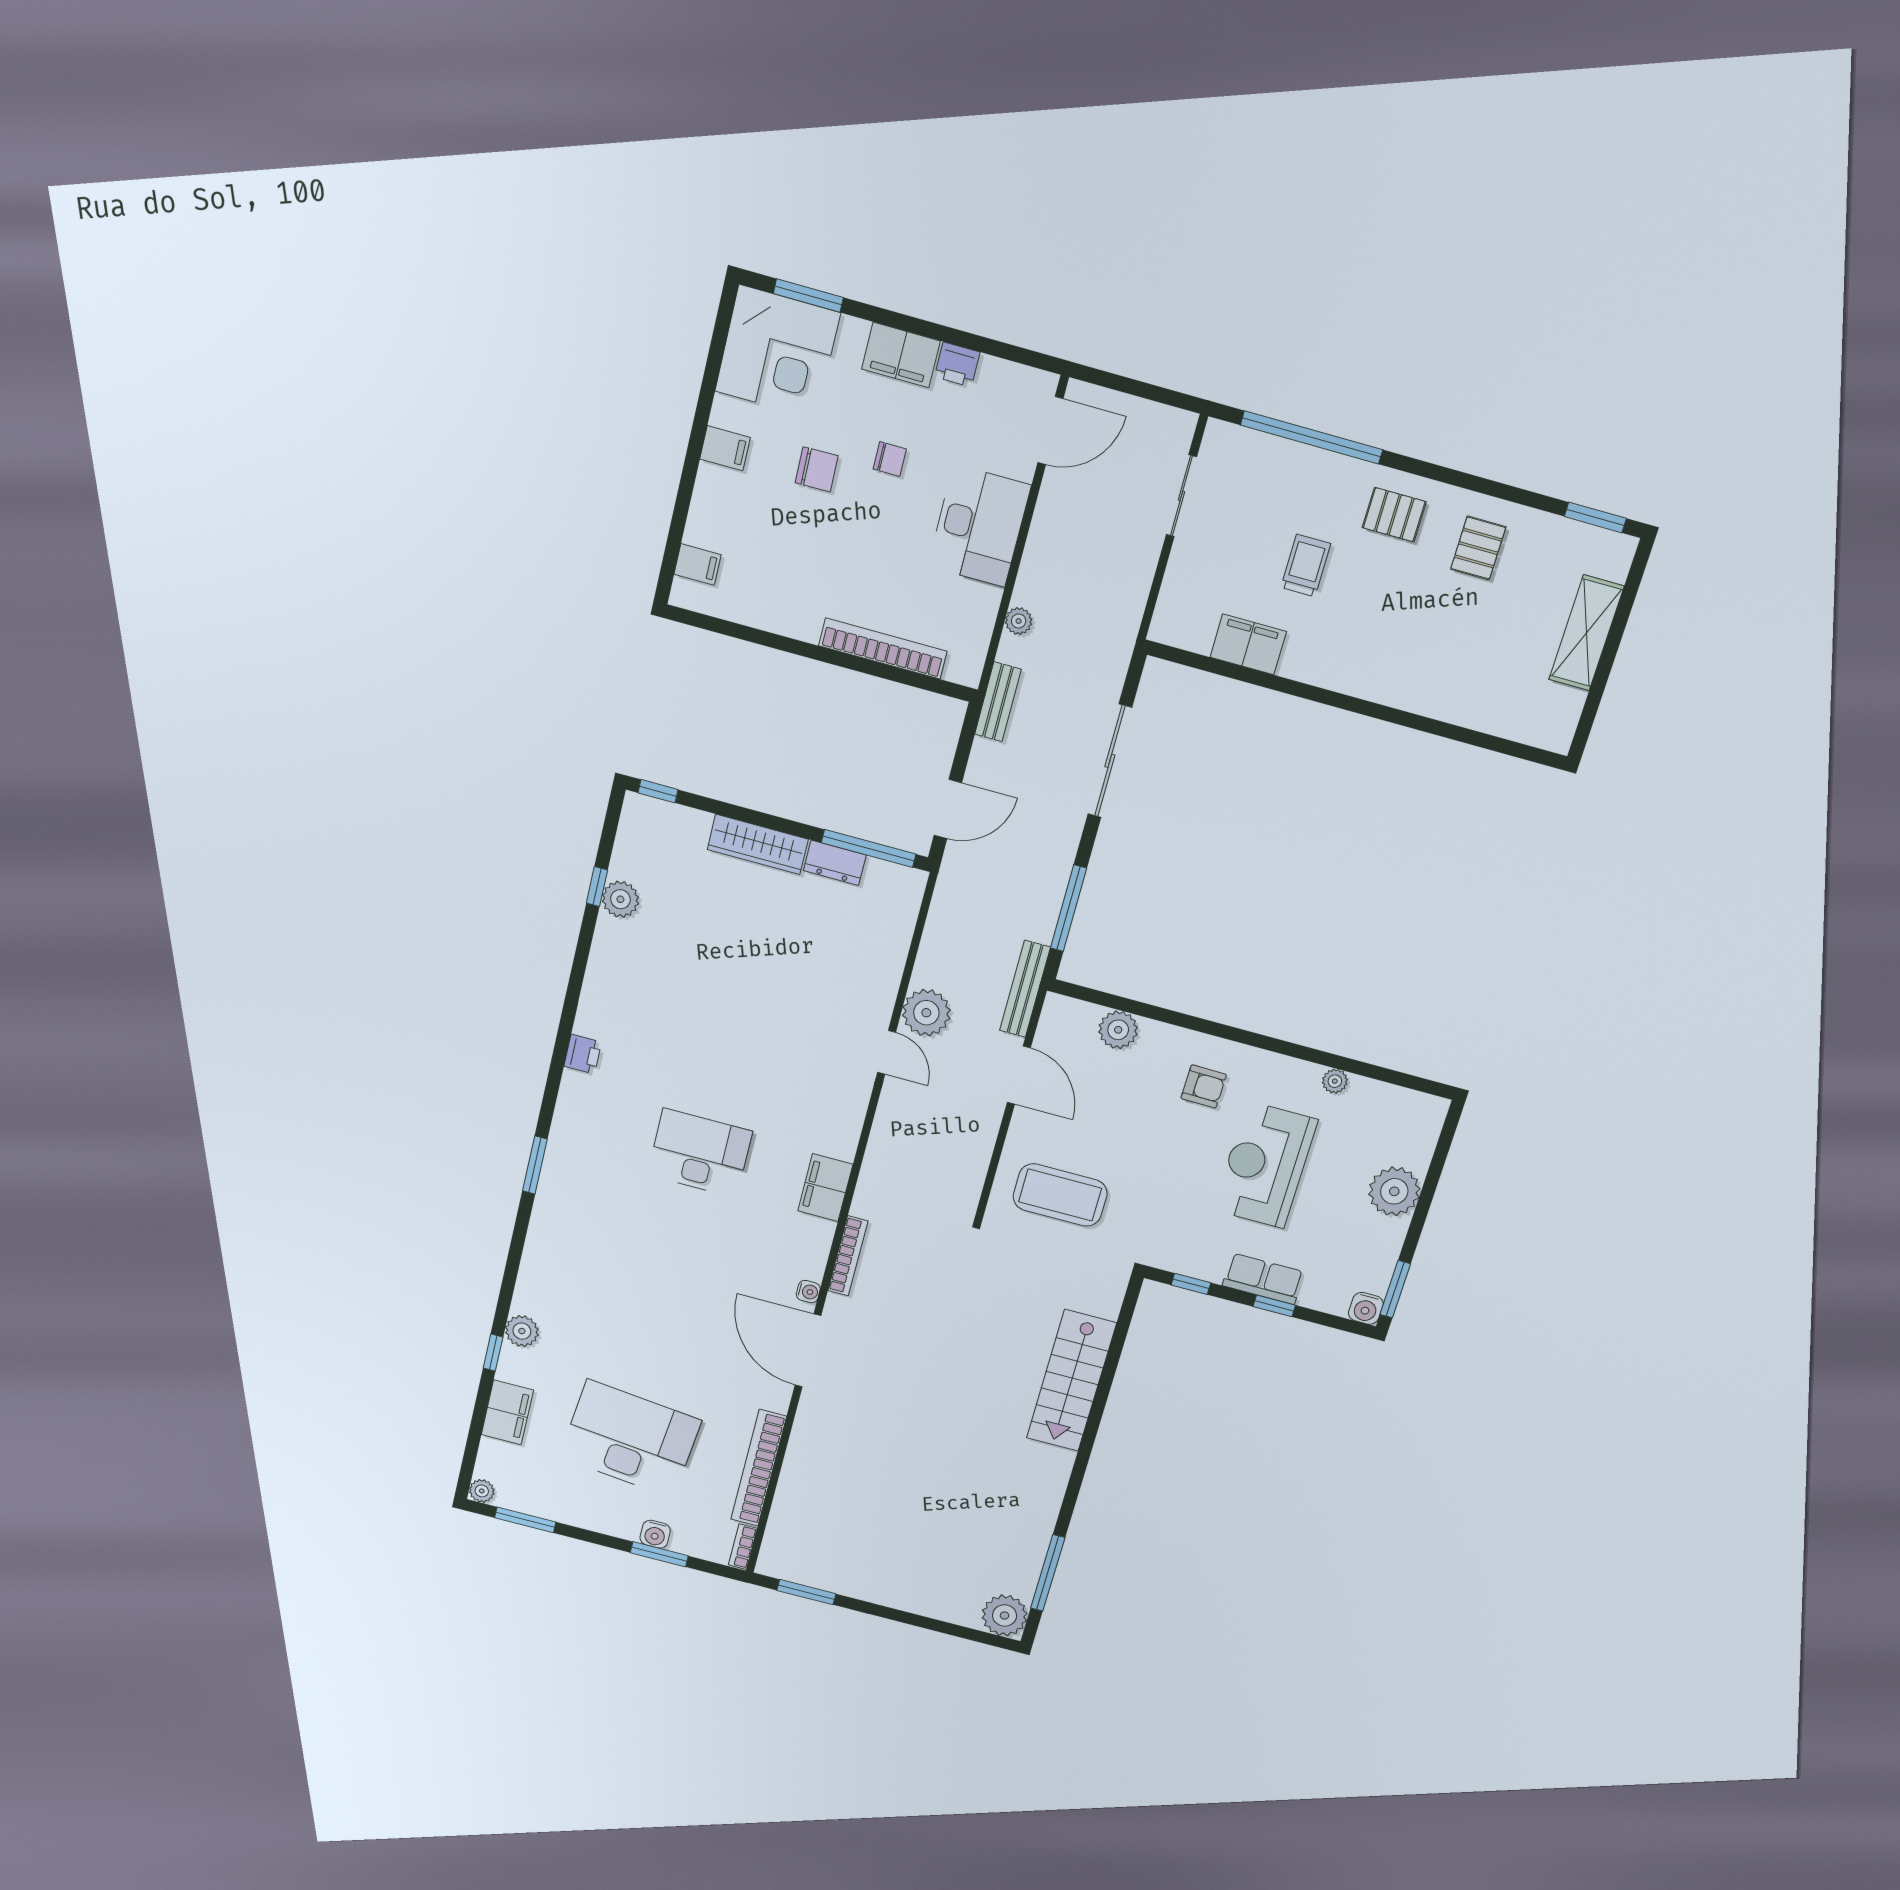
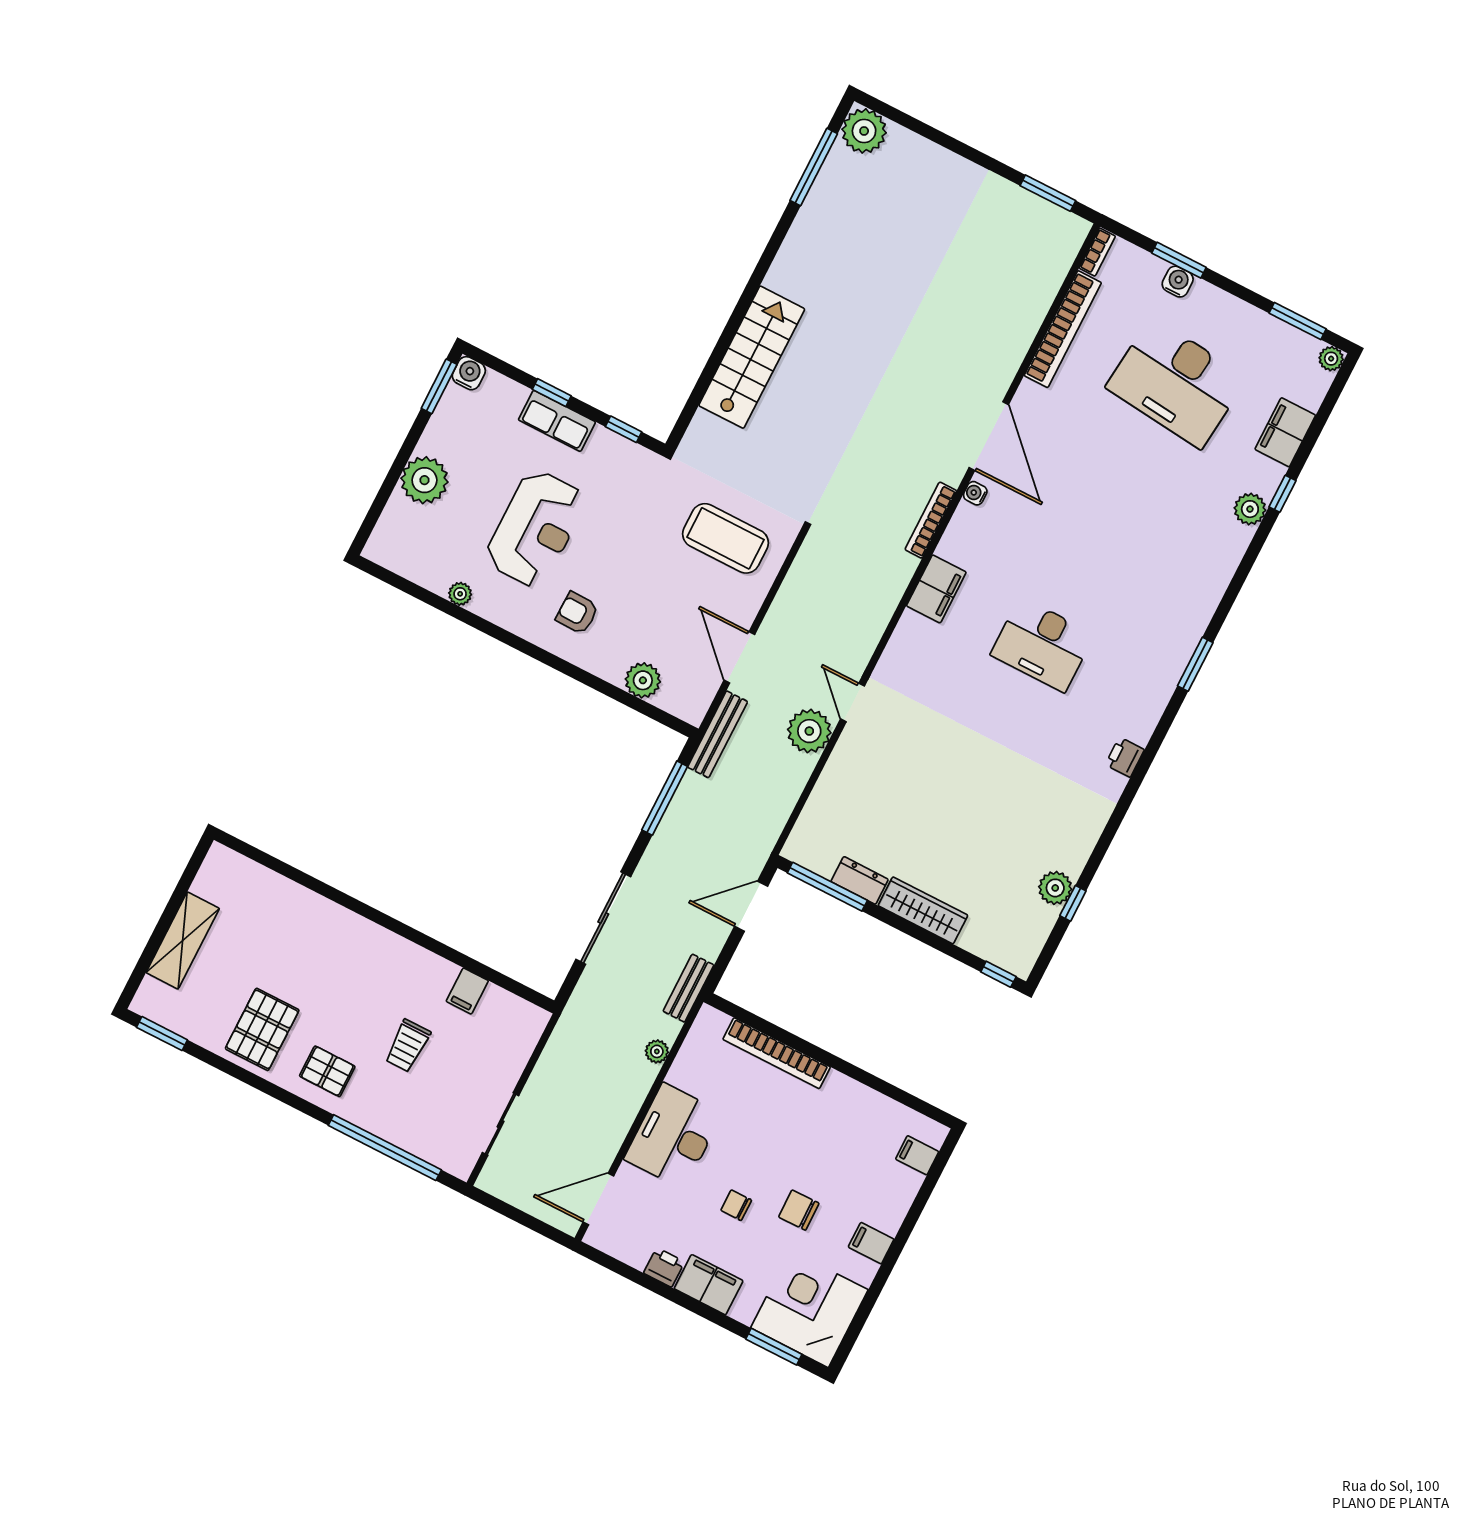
pallet: (1478, 548) -> (262, 1029), width x1.50, depth x1.42
filing cabinet: (1248, 644) -> (467, 991), width x0.50

